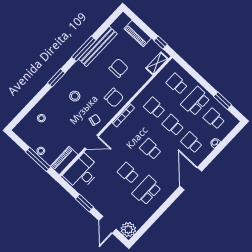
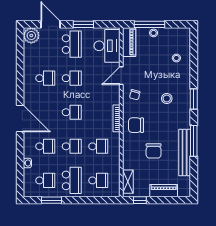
school desk: (147, 190) -> (45, 78), width x0.54
school desk: (106, 197) -> (72, 44), added

